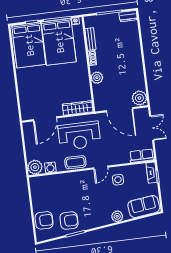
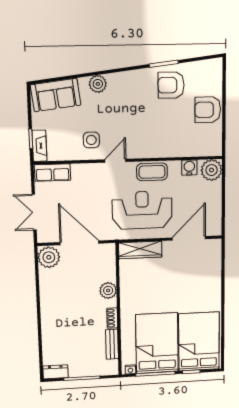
armchair: (44, 220) -> (208, 110), moved

